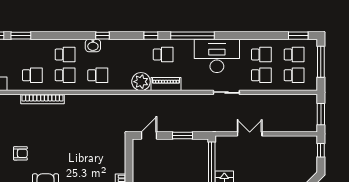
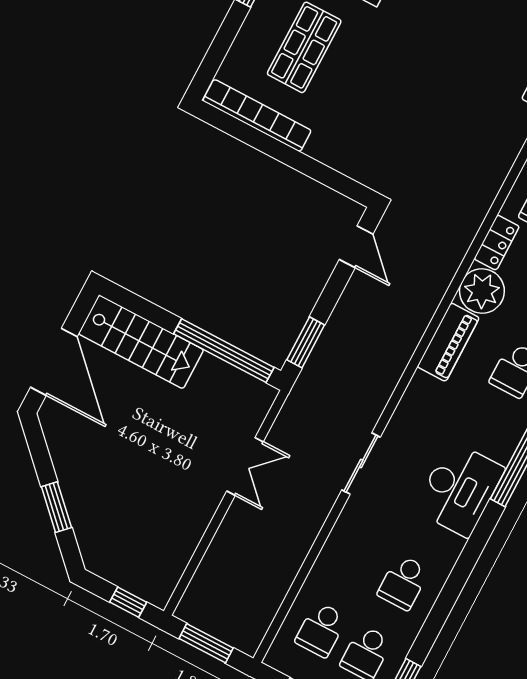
desk: (217, 56) -> (459, 489), width x0.73, depth x0.77
school desk: (261, 75) -> (358, 559), removed
locker: (121, 86) -> (497, 243), added
window: (182, 136) -> (306, 342), moved

